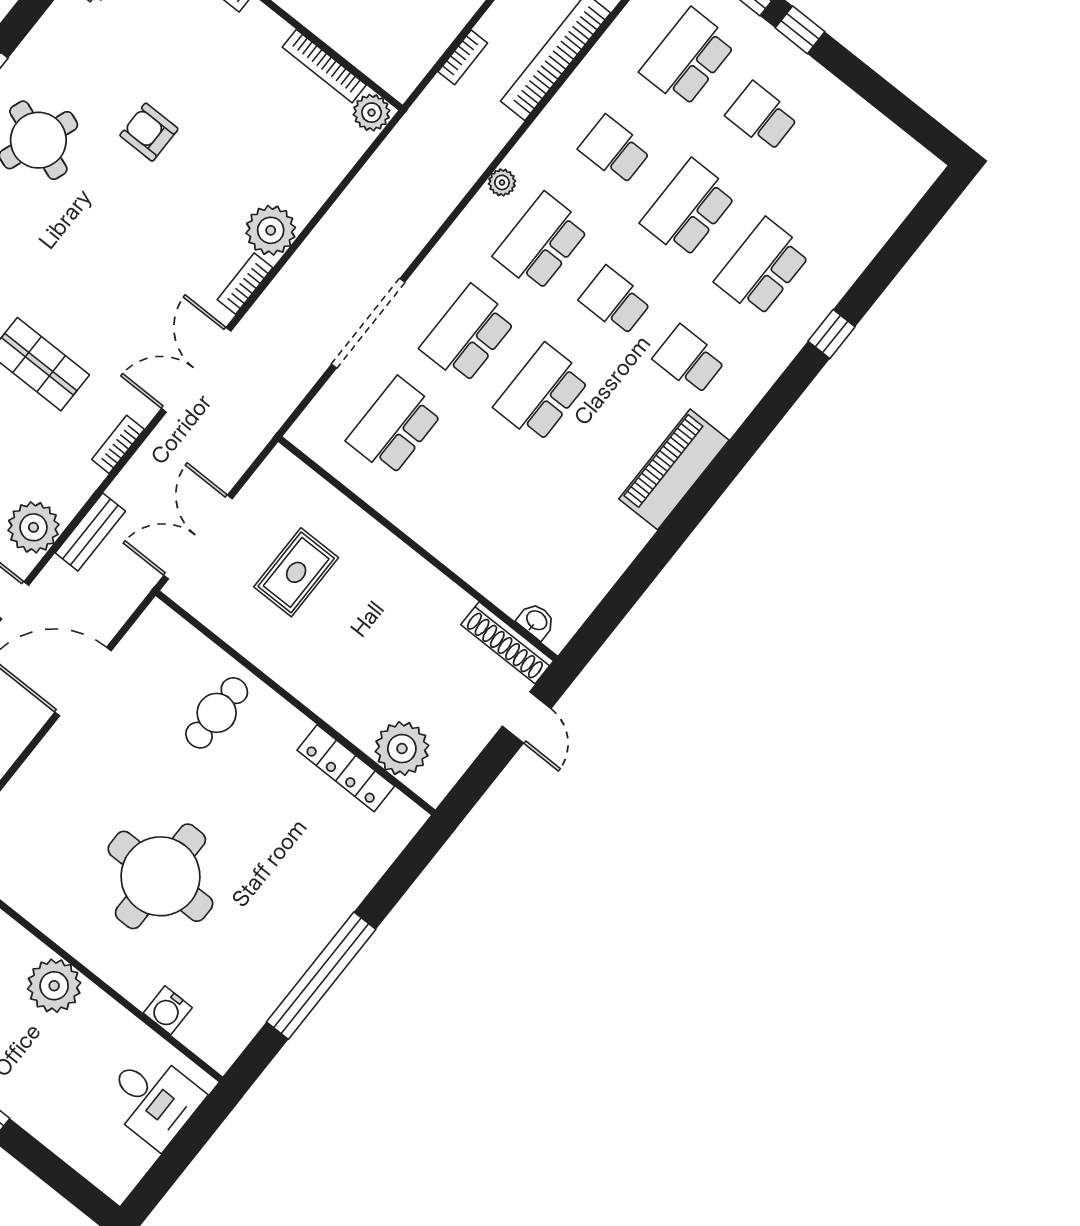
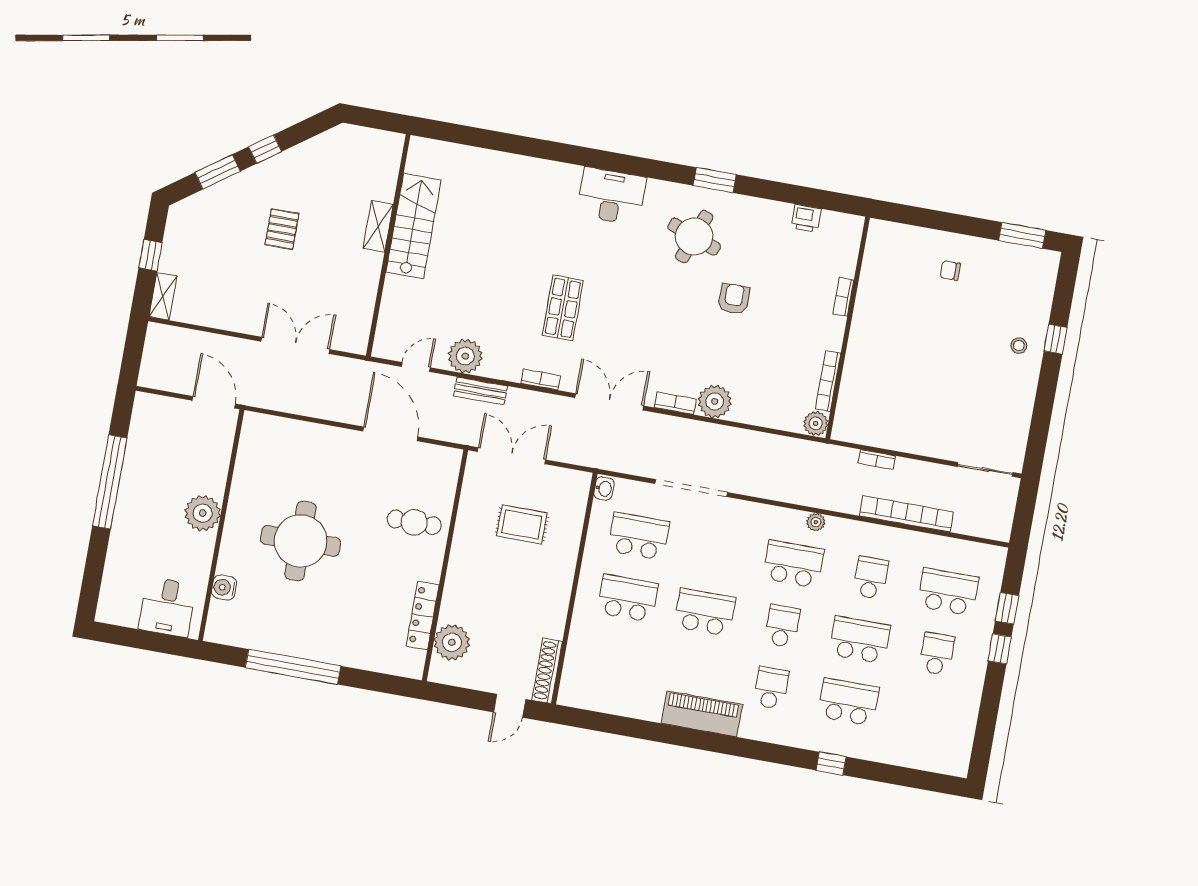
school desk: (468, 334) -> (627, 598), moved
washbasin: (536, 621) -> (604, 489), moved

